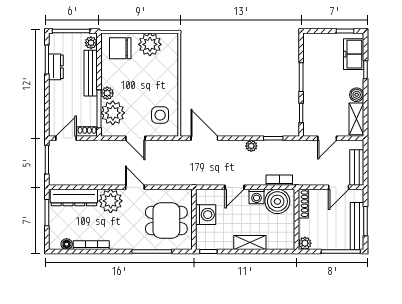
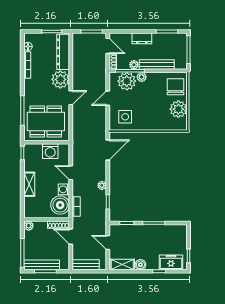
plant: (91, 43) -> (134, 65), moved
dresser: (56, 67) -> (142, 38), moved
door: (339, 187) -> (71, 237), moved
dining table: (166, 220) -> (46, 121), width x1.38

